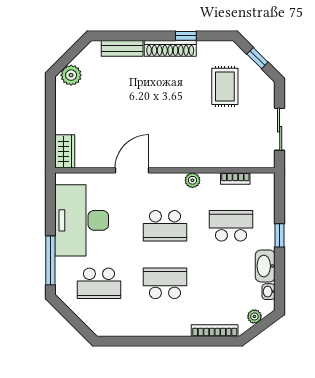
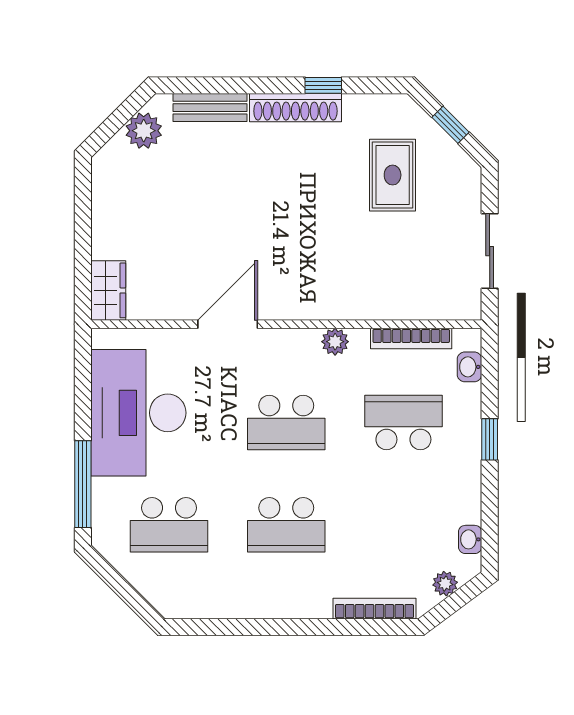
plant: (71, 75) -> (144, 131), moved
bookcase: (235, 178) -> (411, 338), width x1.56
washbasin: (265, 266) -> (469, 367), moved, width x0.52, depth x0.69
school desk: (165, 283) -> (286, 525), turned 180

